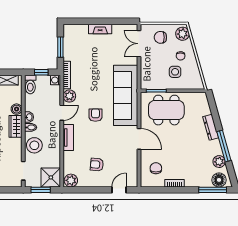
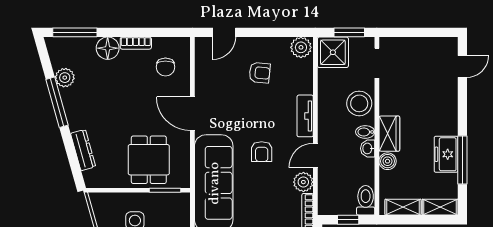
washing machine: (56, 80) -> (325, 207), removed
dining table: (166, 110) -> (149, 160), width x0.73
dresser: (211, 127) -> (83, 150), moved
floor lamp: (219, 180) -> (108, 48), moved

